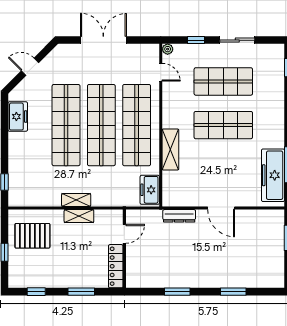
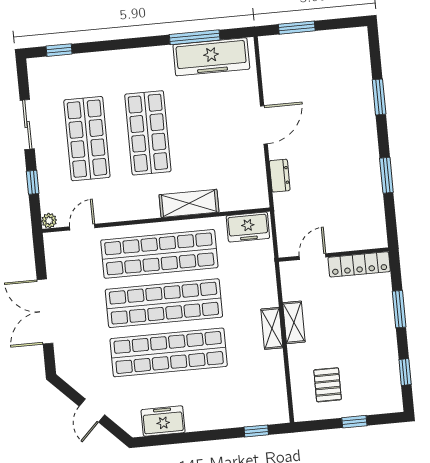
dresser: (179, 216) -> (280, 176), width x0.70
door: (124, 234) -> (313, 257), hinge flipped
pallet: (32, 236) -> (328, 385), width x0.67, depth x0.71

